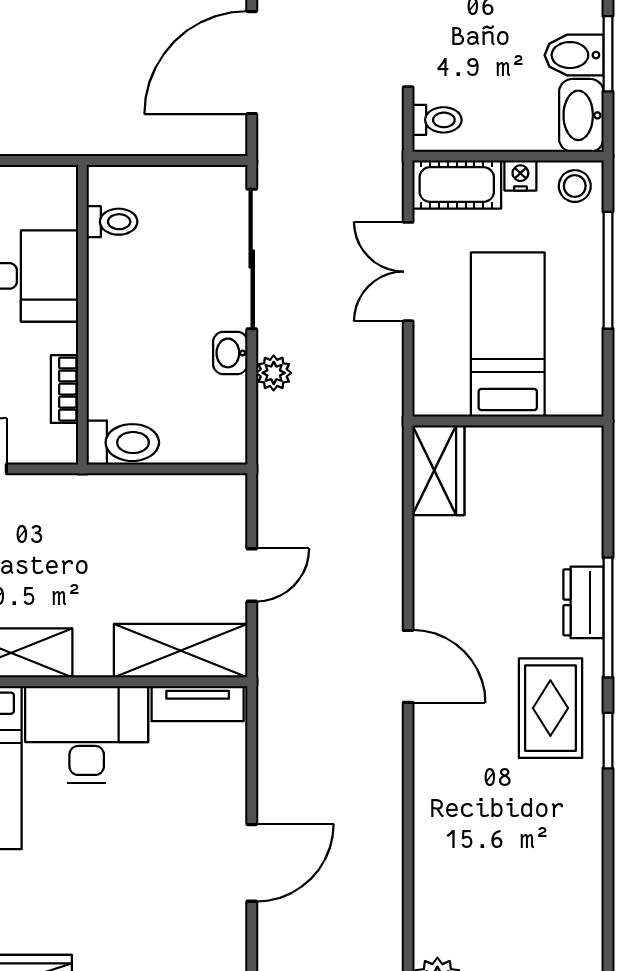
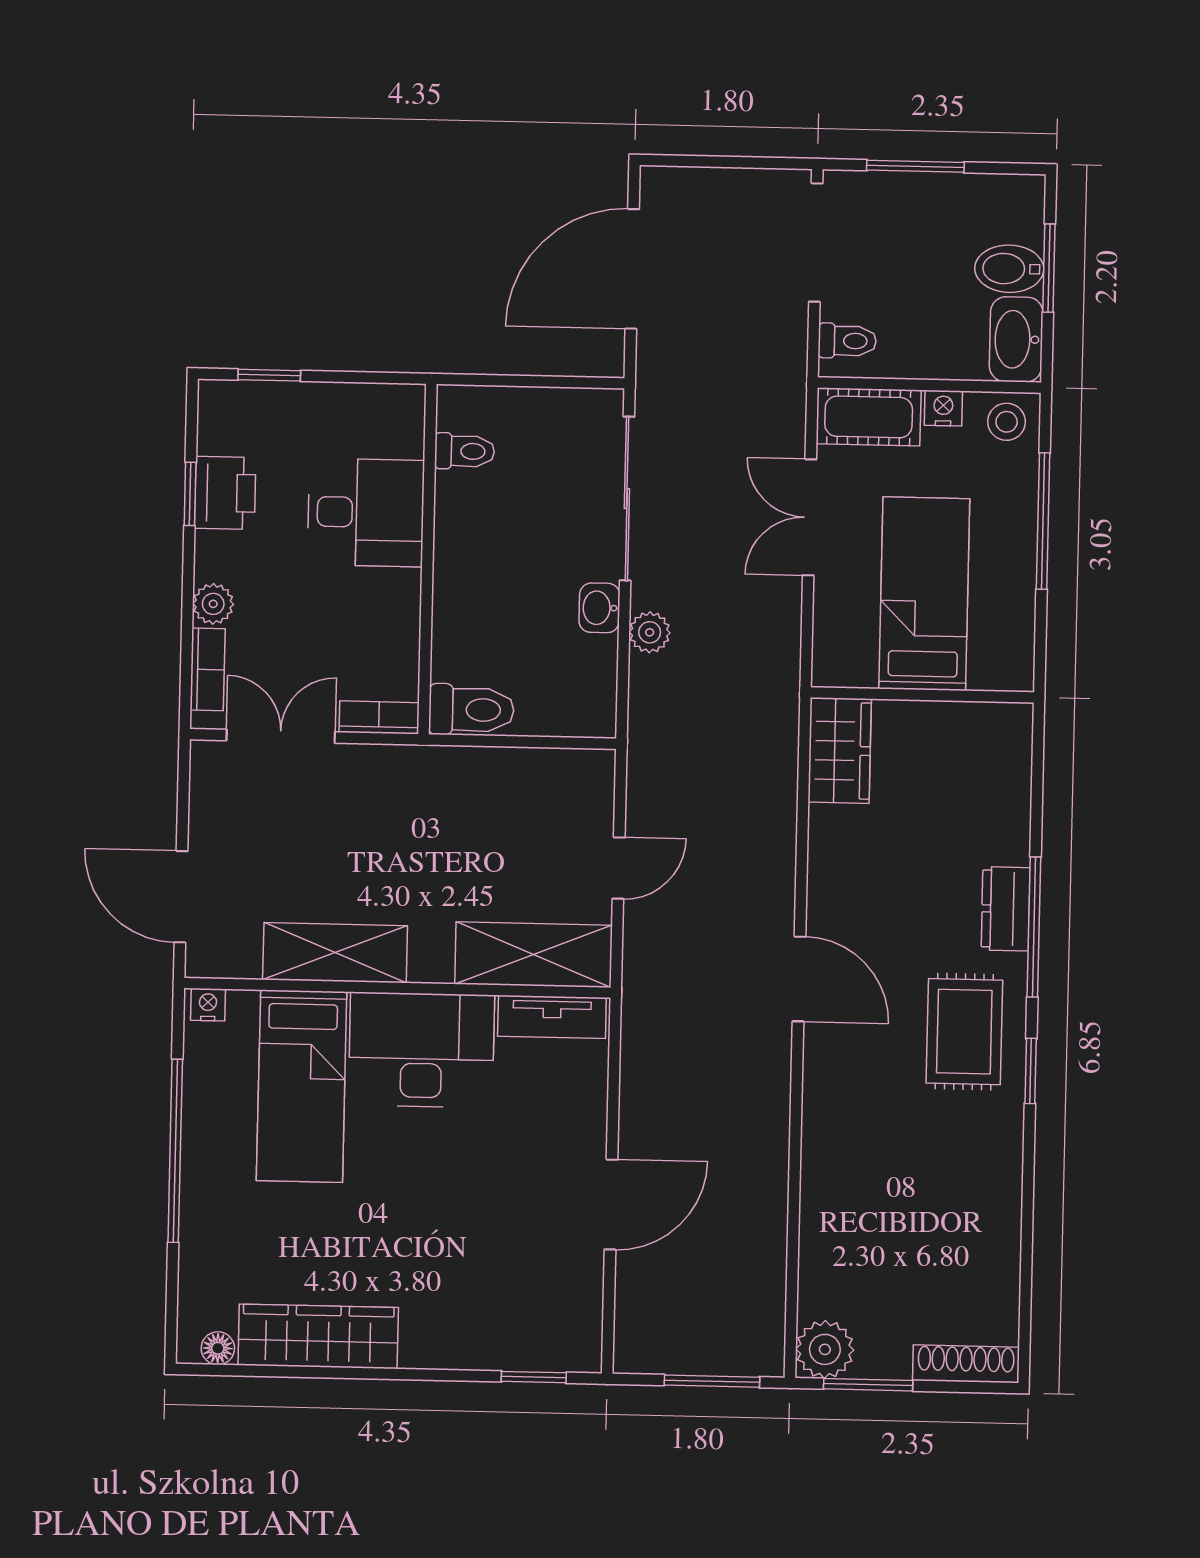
bookcase: (64, 389) -> (379, 717), moved, turned 90

